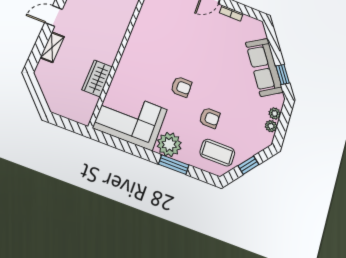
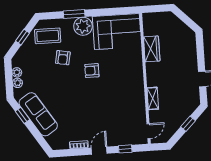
shelving: (52, 47) -> (153, 98), moved
armchair: (210, 118) -> (63, 58), turned -79

